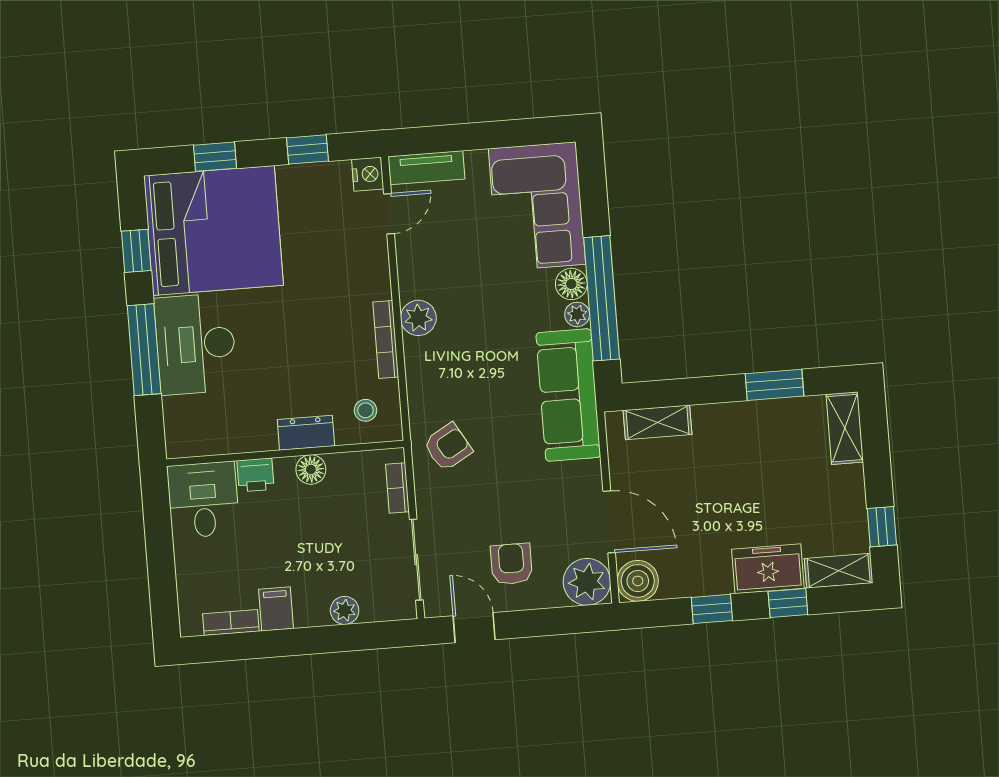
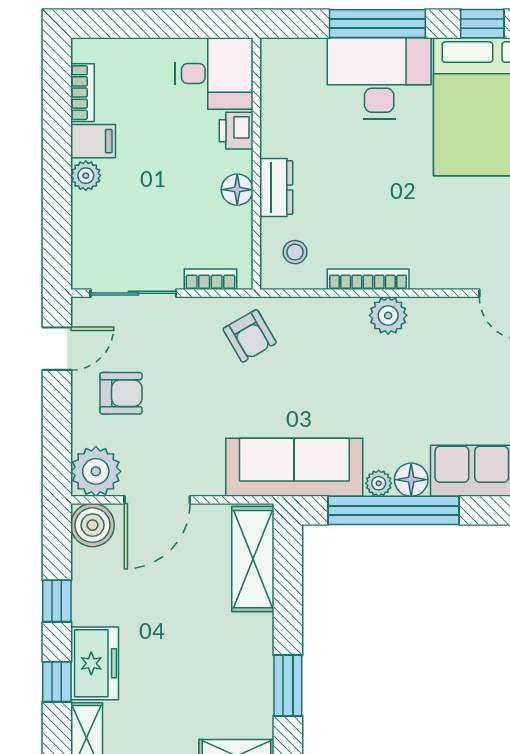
shelving: (657, 422) -> (253, 559), width x1.50, depth x1.33
plant: (345, 610) -> (86, 176), moved

